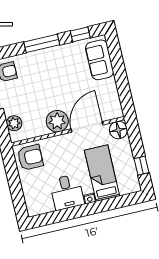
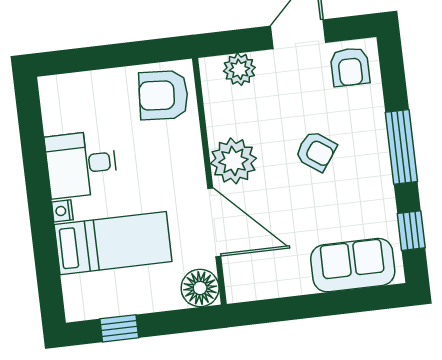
armchair: (48, 83) -> (316, 151), added
armchair: (30, 157) -> (163, 95), turned 94

